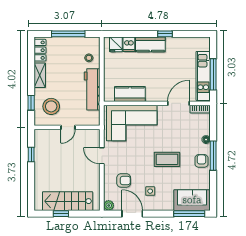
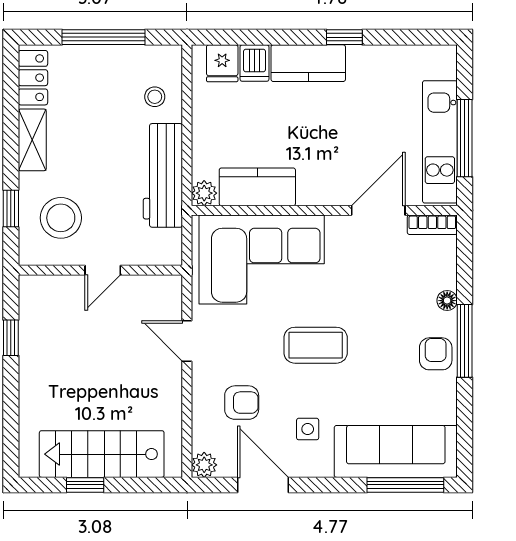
plant: (109, 96) -> (204, 193), added
coffee table: (167, 159) -> (316, 345), moved
sofa: (192, 200) -> (396, 451), width x1.36

